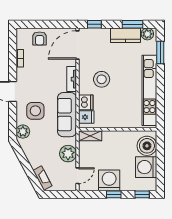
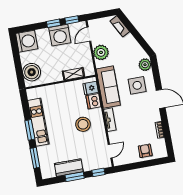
window: (133, 24) -> (75, 177), moved
plant: (147, 34) -> (49, 172), removed
door: (78, 45) -> (110, 151), width x0.53
window: (160, 84) -> (30, 130), added
kitchen unit: (149, 90) -> (38, 122), width x0.73
shelving: (90, 136) -> (73, 74), moved
washing machine: (146, 167) -> (27, 41), moved
window: (142, 194) -> (72, 20), moved

